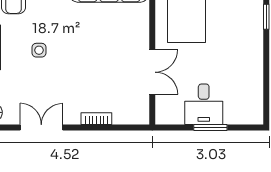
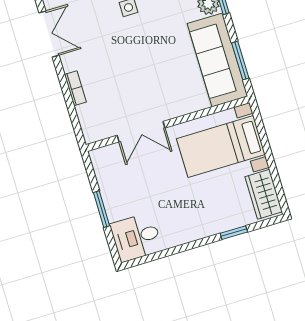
desk: (204, 104) -> (136, 237), moved

